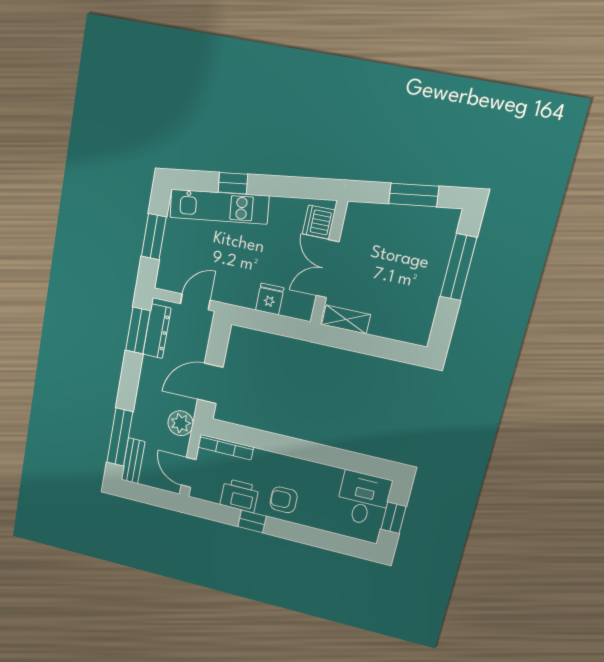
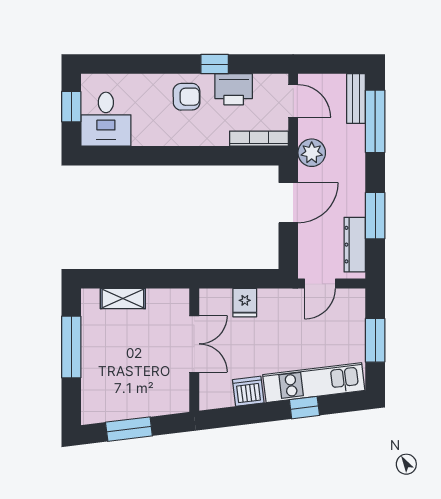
dishwasher: (319, 222) -> (248, 391), moved, turned -97
window: (458, 267) -> (71, 347), moved
shelving: (346, 319) -> (123, 299), moved
window: (138, 331) -> (375, 216), moved

